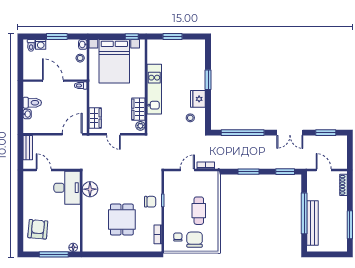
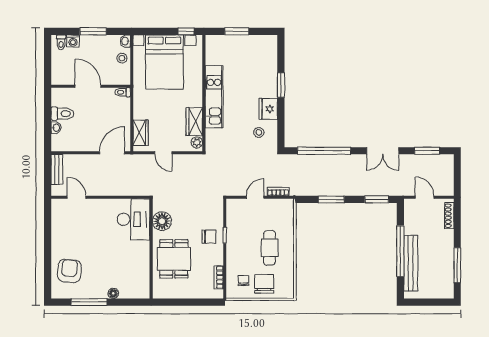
desk: (67, 188) -> (133, 219), moved
floor lamp: (90, 189) -> (162, 221), moved
wall: (81, 211) -> (151, 249), moved

